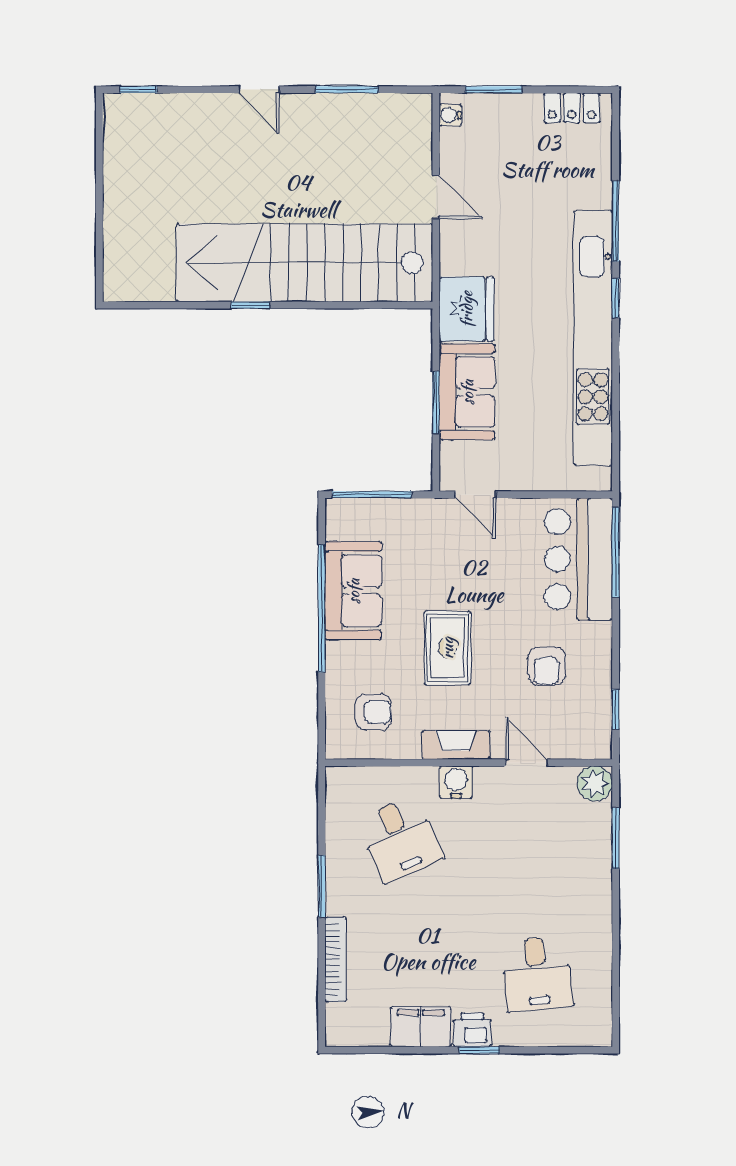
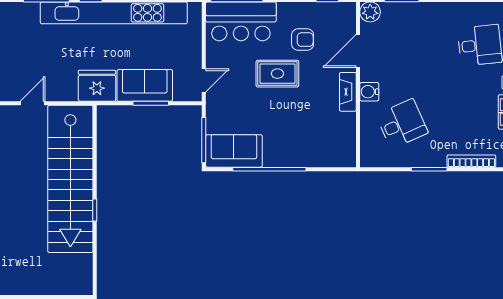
sofa: (353, 591) -> (234, 151), moved
rug: (447, 648) -> (277, 74), moved
armchair: (373, 712) -> (329, 139), removed
door: (527, 763) -> (358, 51), width x1.38

